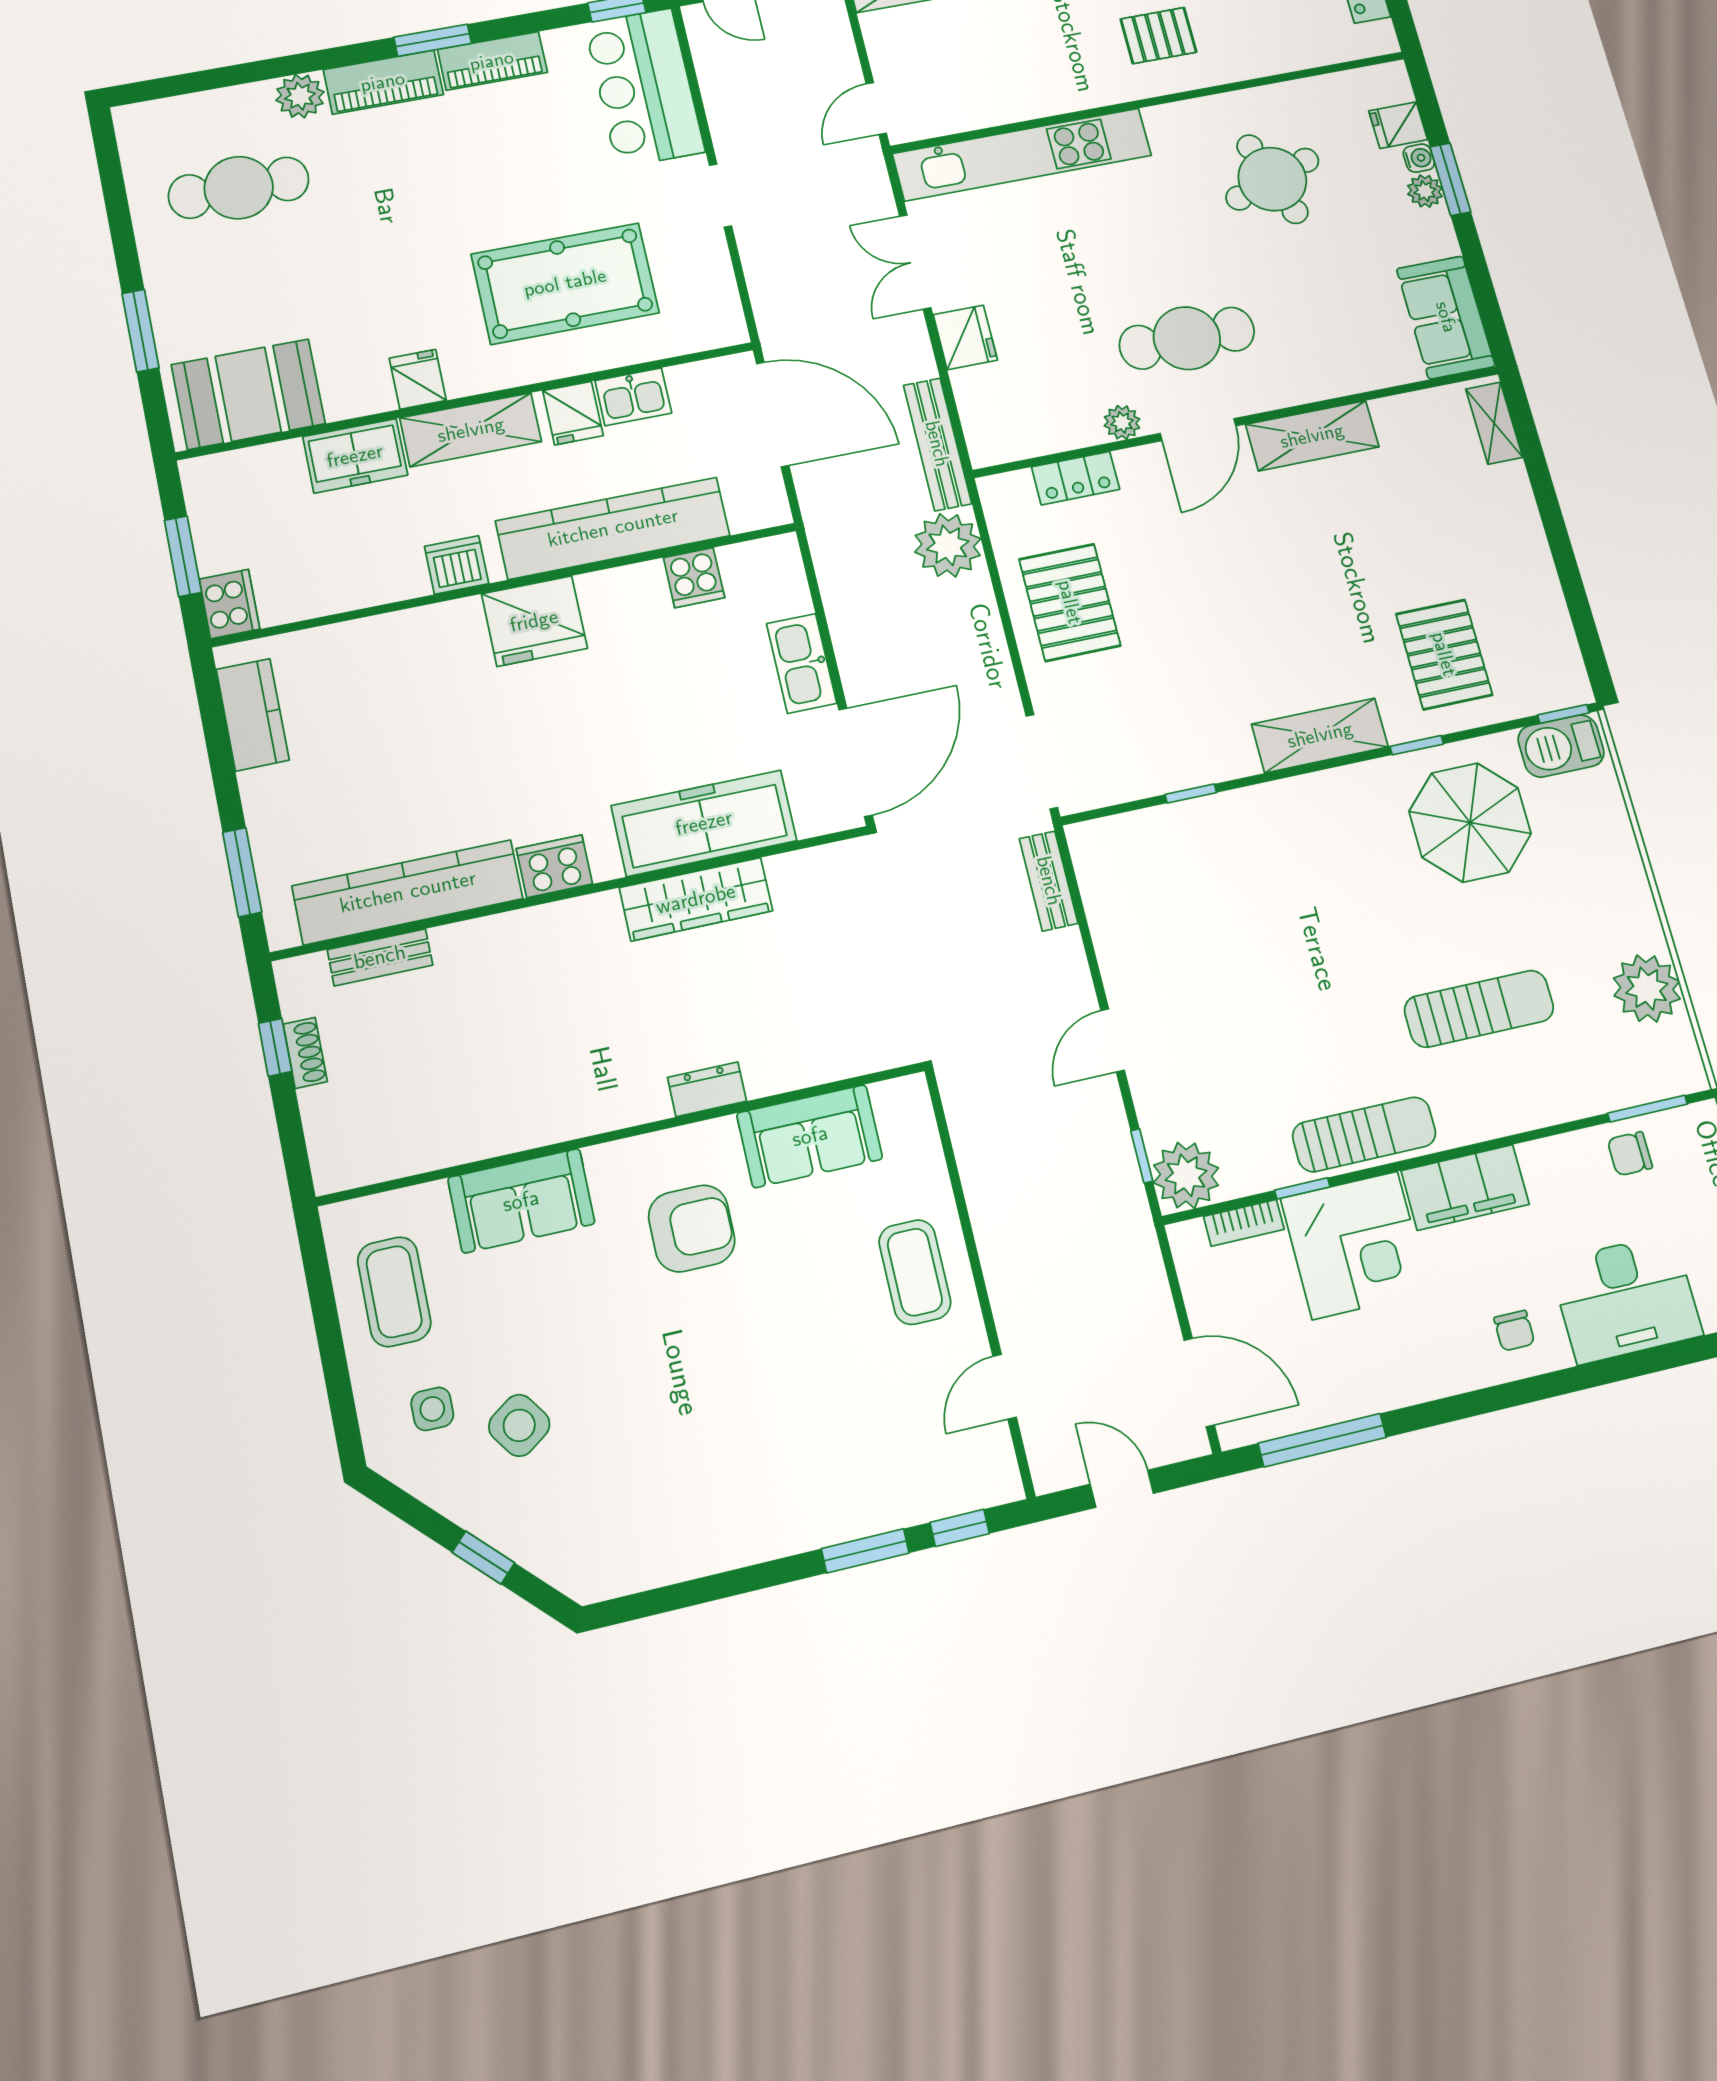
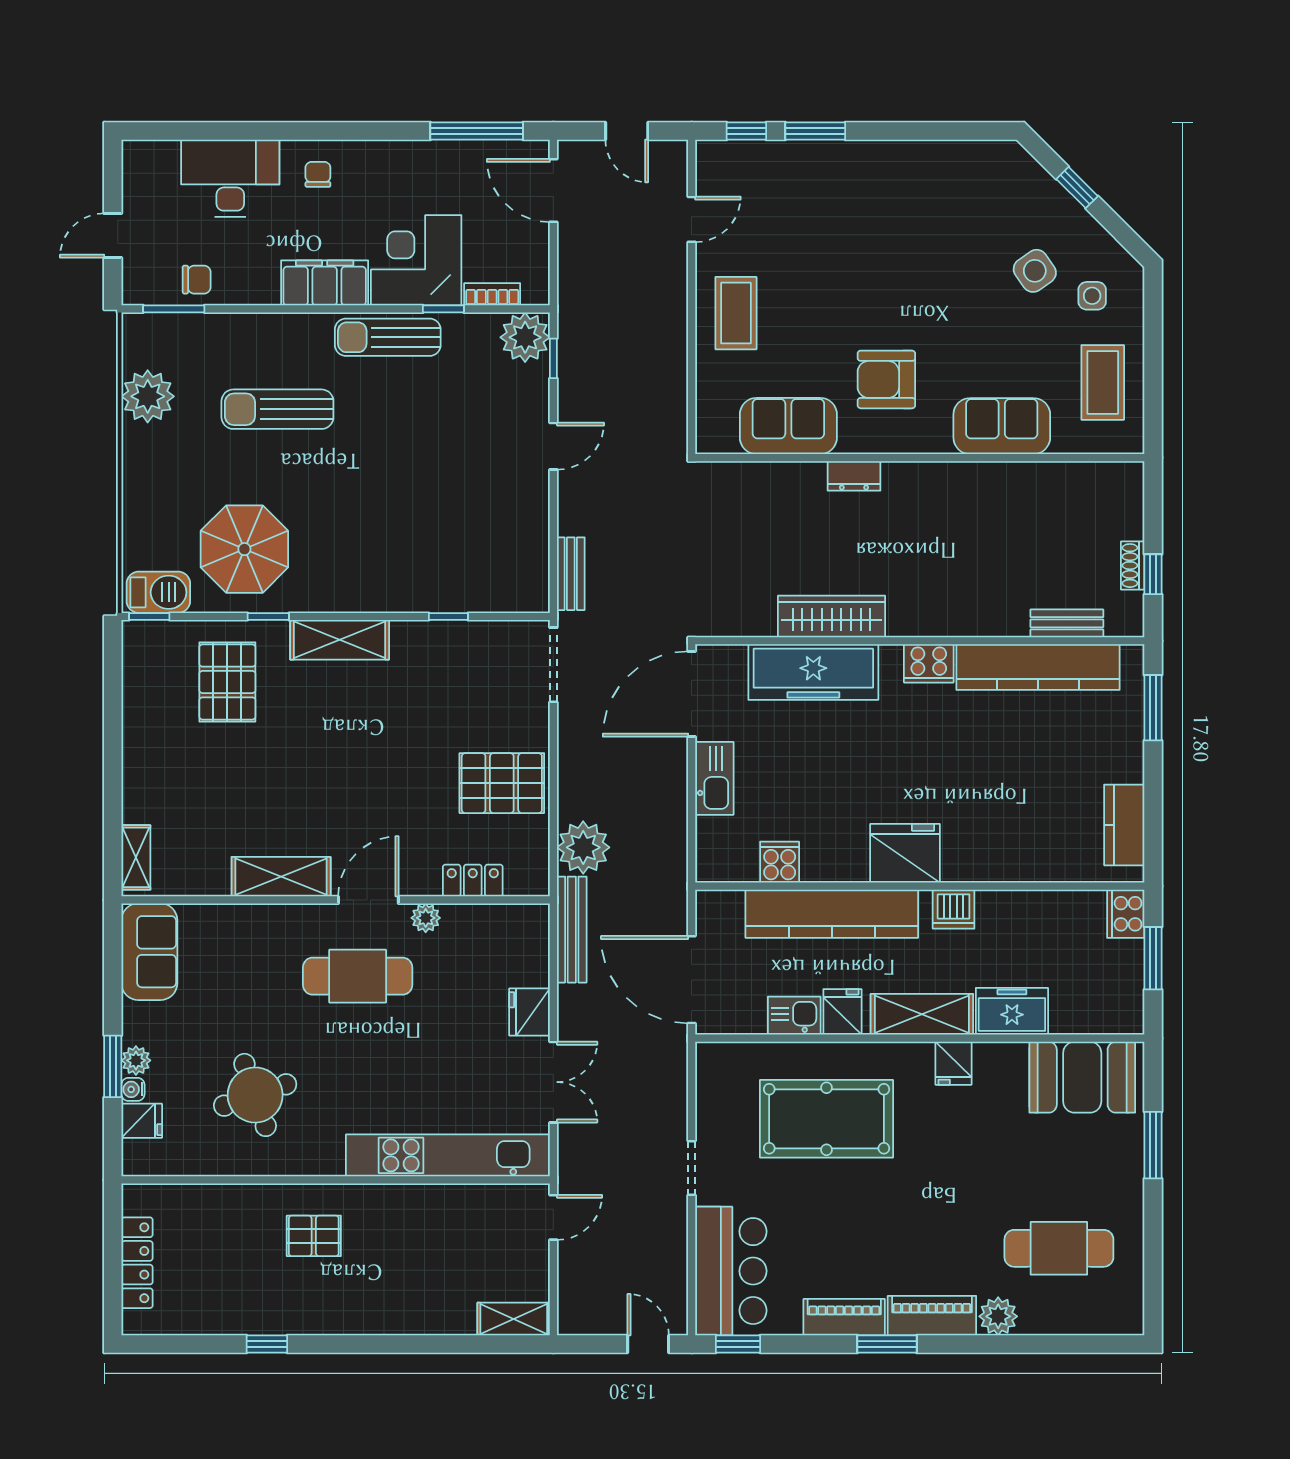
pallet: (1070, 602) -> (502, 783), turned 90

